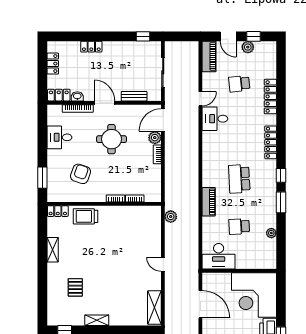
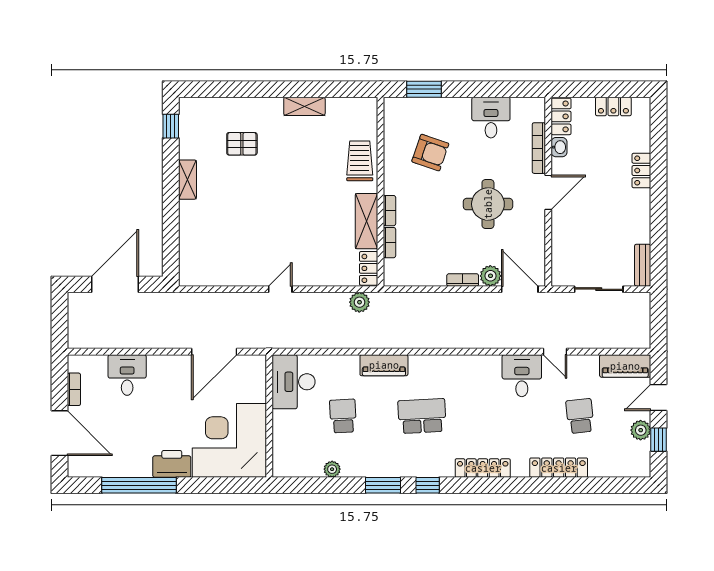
window: (143, 36) -> (659, 256), removed
bench: (134, 96) -> (643, 265), moved
locker: (58, 211) -> (369, 268), moved
shelving: (154, 308) -> (366, 221), moved, turned 90

